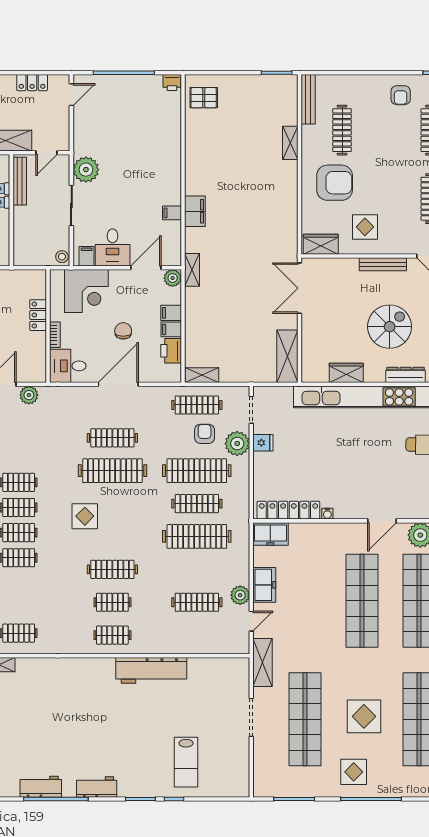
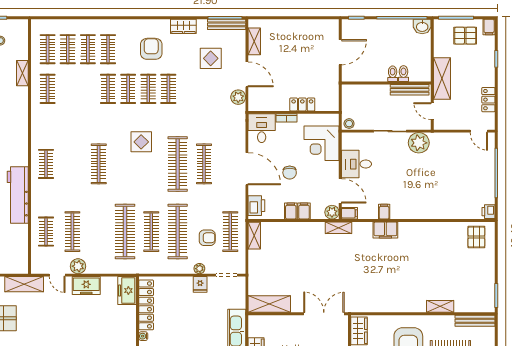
filing cabinet: (87, 256) -> (349, 213), moved
chair: (123, 331) -> (290, 173), turned 90
printer: (171, 351) -> (256, 206), moved, turned 90
plant: (237, 444) -> (199, 269), width x0.53, depth x0.53
clothes rail: (112, 602) -> (46, 232), moved

